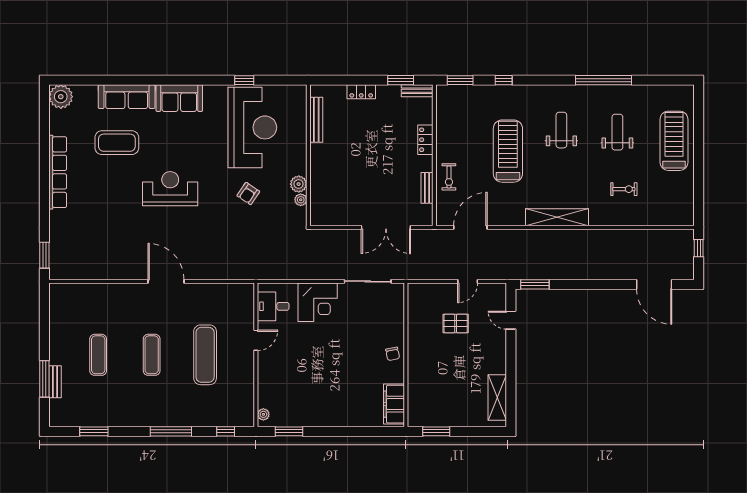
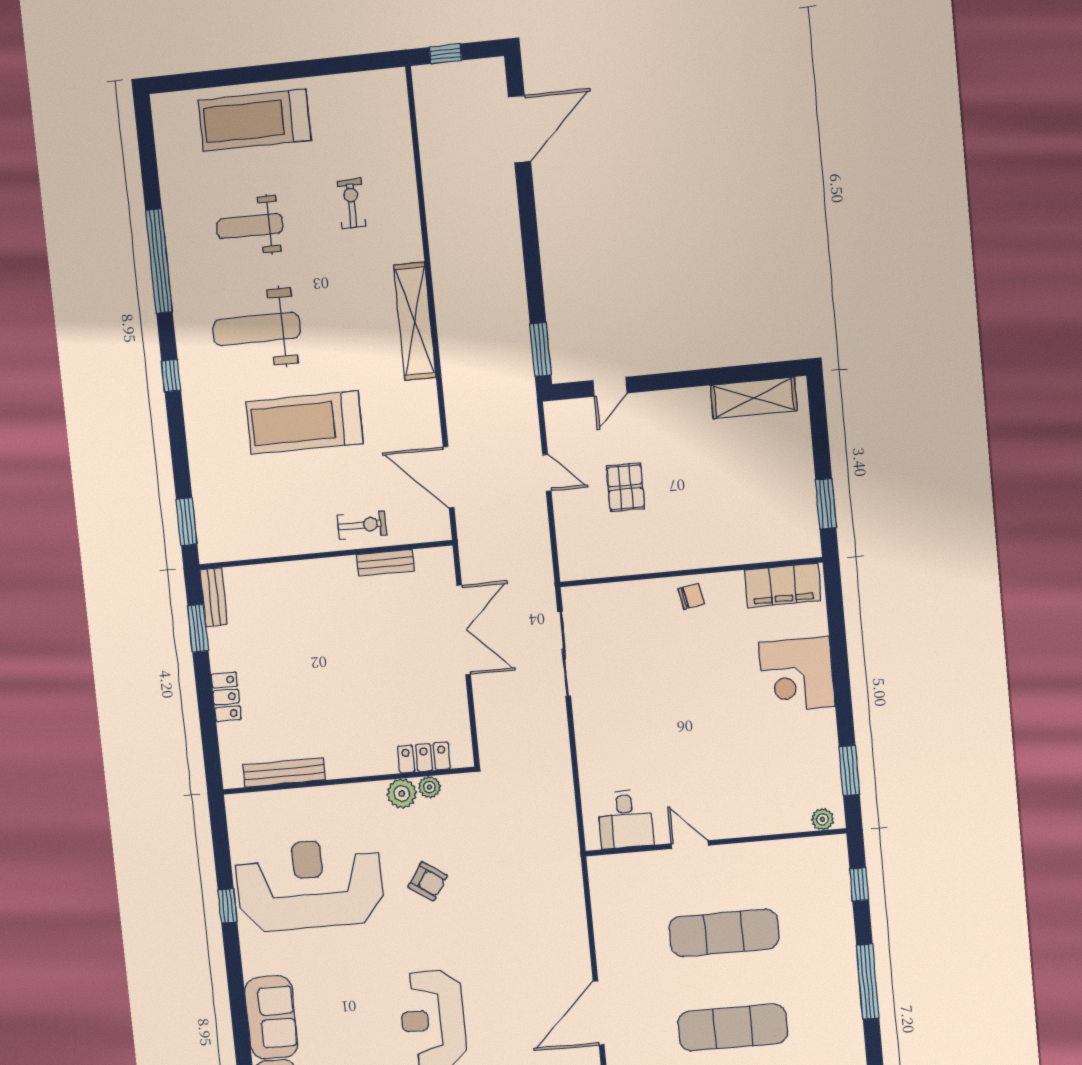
window: (504, 80) -> (171, 376), moved
weight bench: (561, 130) -> (257, 329), width x1.36, depth x1.33
locker: (425, 140) -> (424, 758), moved, turned 180
corner desk: (318, 302) -> (797, 675), moved, turned 180
exercise mat: (152, 355) -> (733, 1027), width x1.36, depth x1.45

